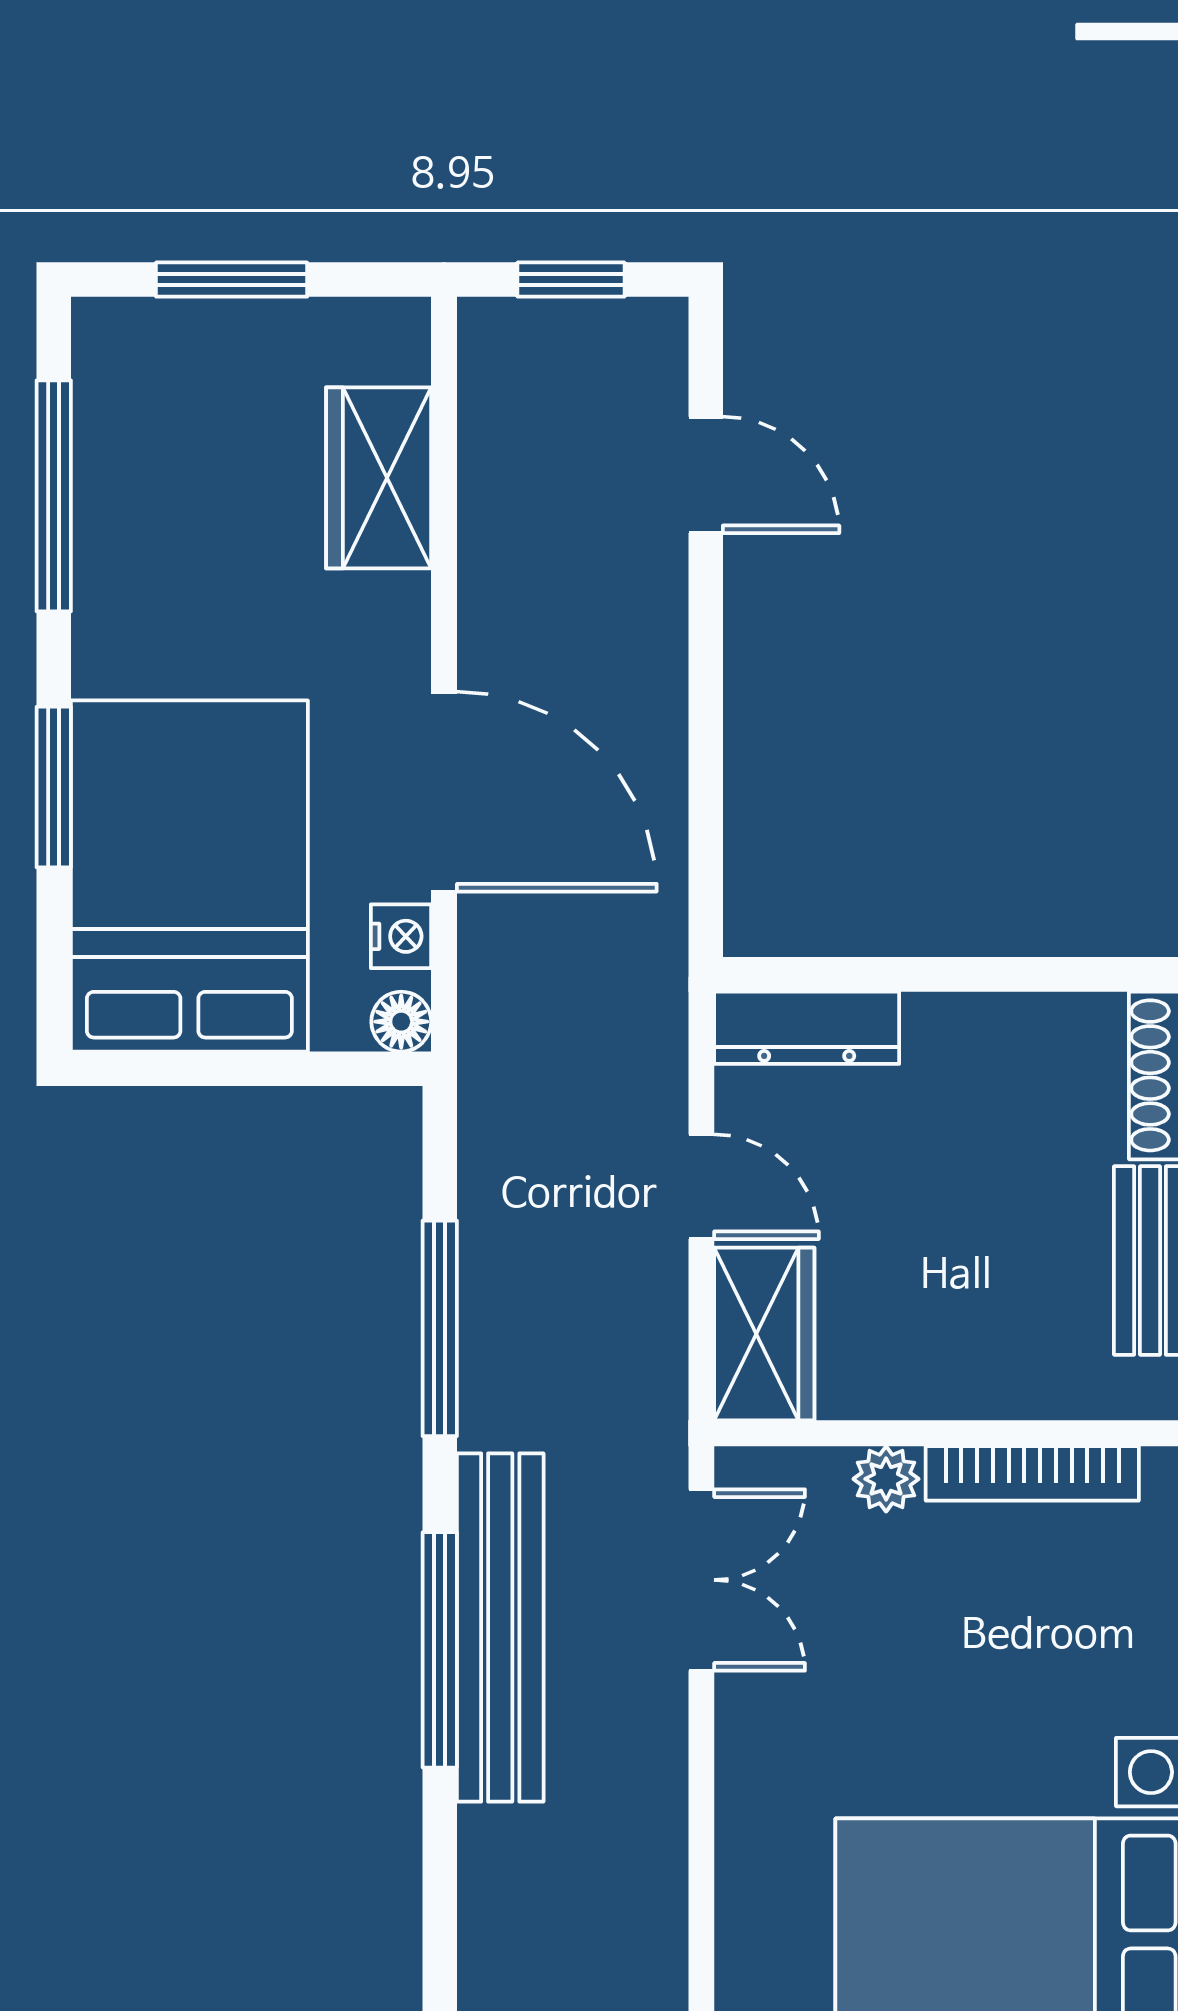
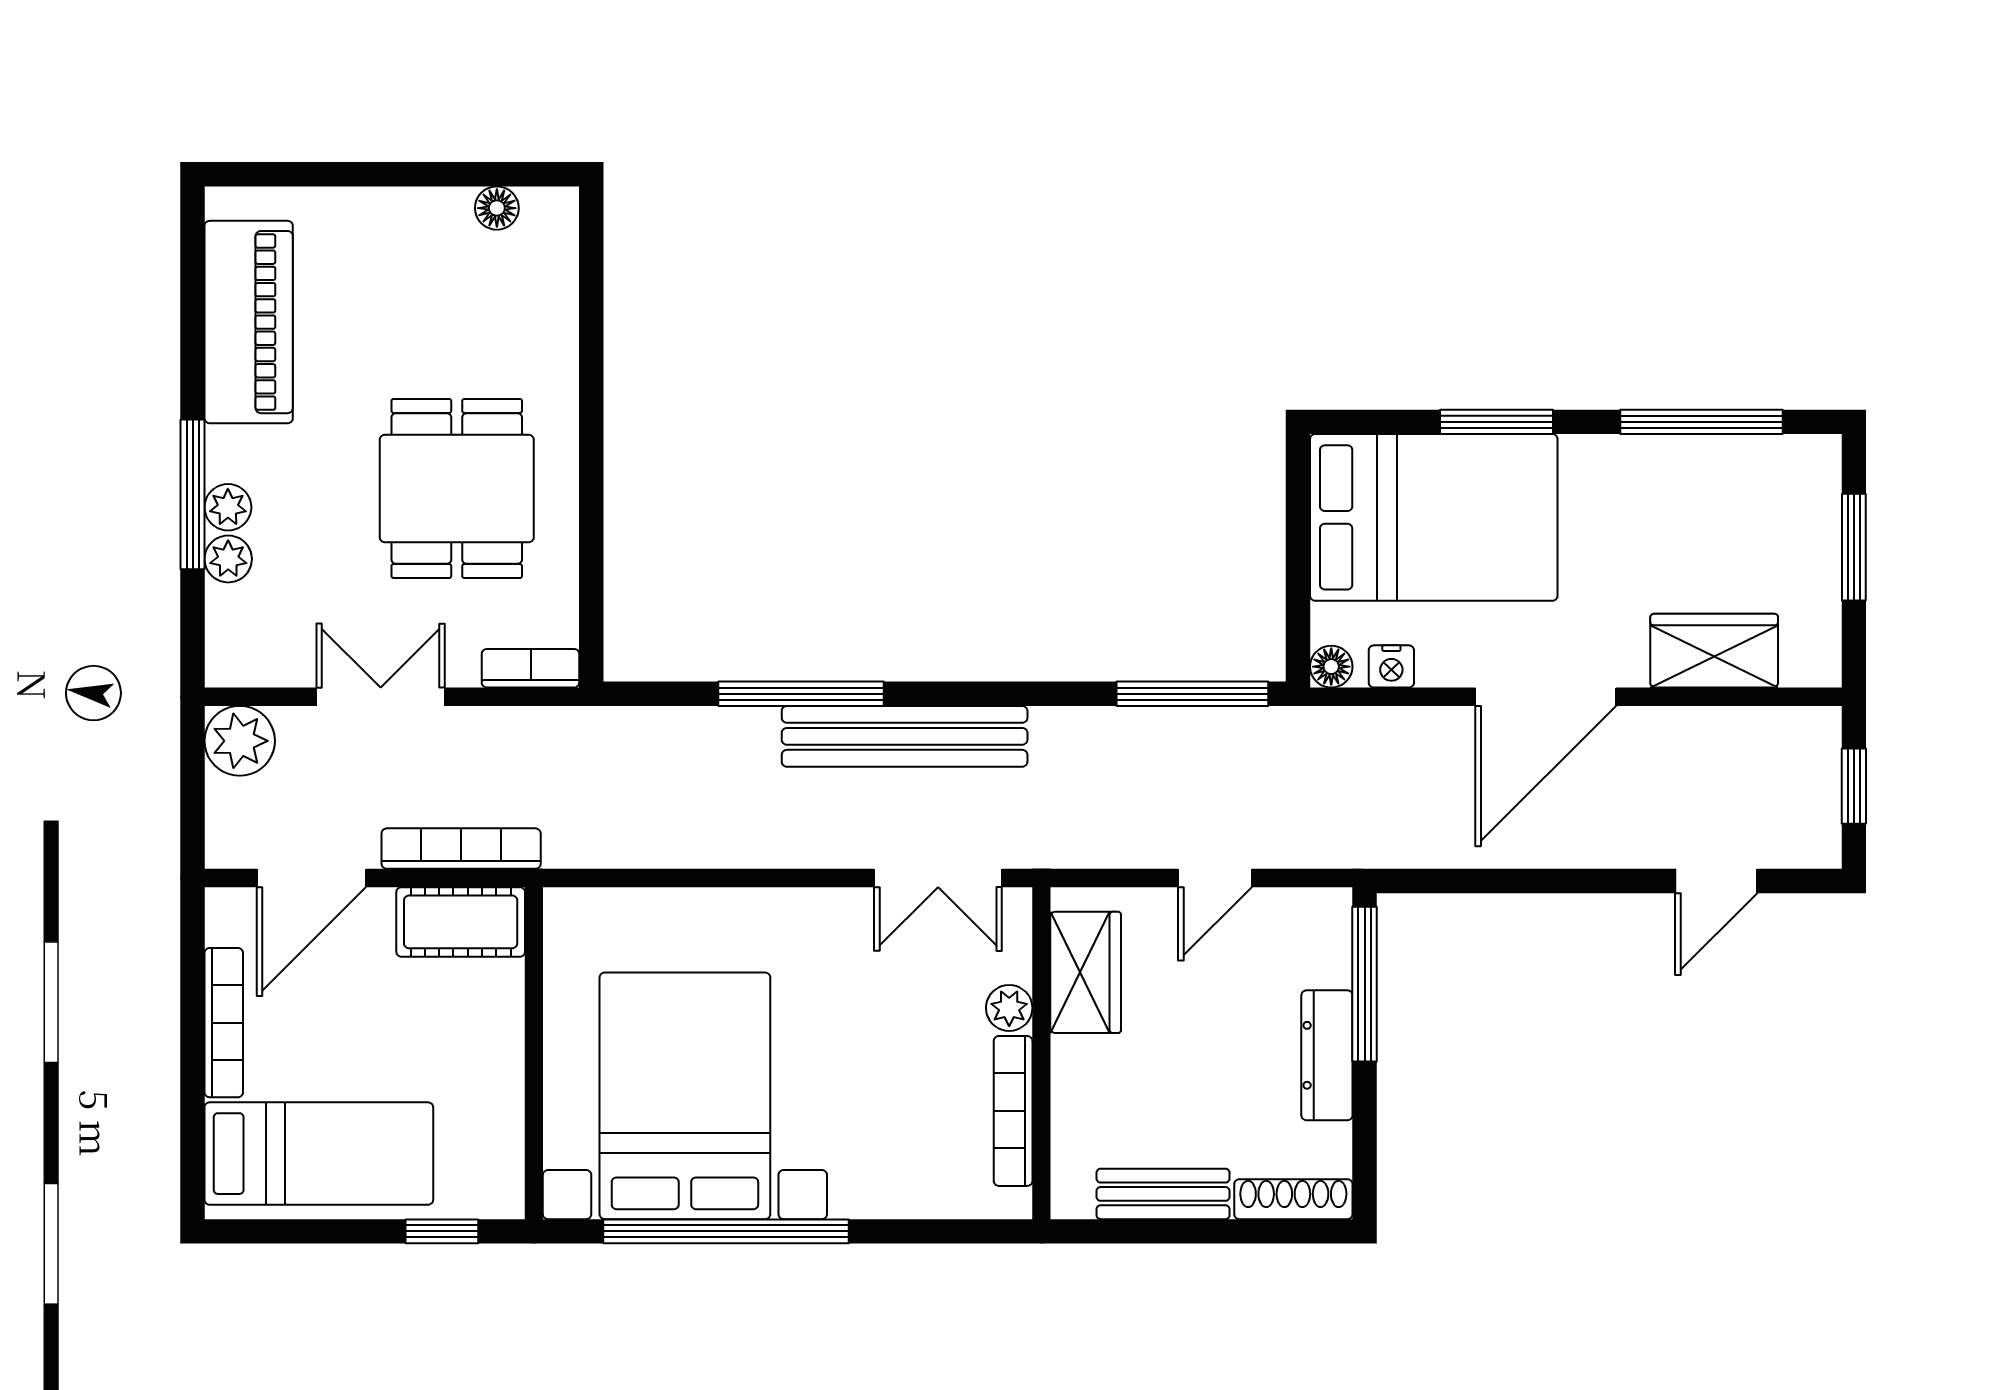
door: (444, 792) -> (1546, 697), moved
window: (852, 974) -> (1365, 984), added
dresser: (807, 1028) -> (1327, 1055), moved
window: (440, 1328) -> (1192, 694), moved
wardrobe: (764, 1334) -> (1086, 972), moved, turned -90
window: (440, 1650) -> (801, 694), moved

